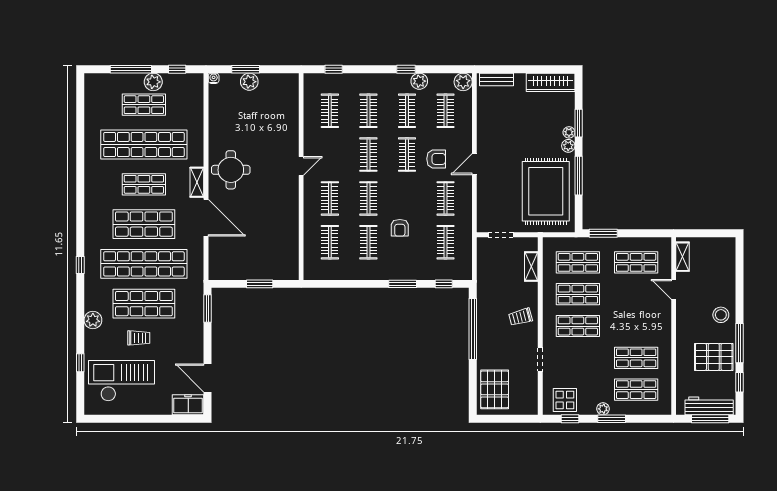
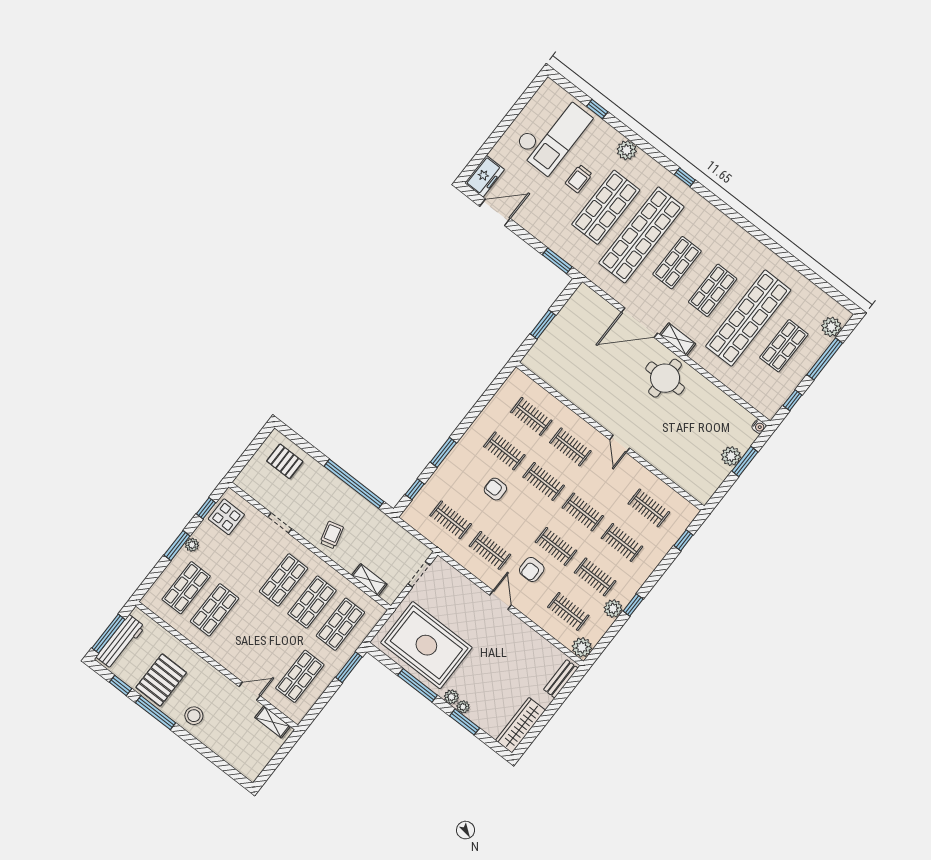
plant: (153, 82) -> (831, 327), moved
shop shelf: (144, 224) -> (677, 263), width x0.70, depth x0.74
pallet: (495, 389) -> (285, 461), width x0.67, depth x0.71

